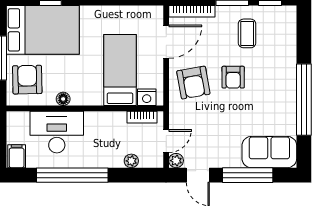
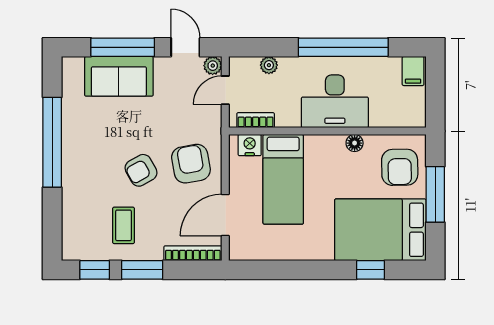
armchair: (233, 77) -> (141, 170), turned -119
desk: (57, 132) -> (335, 101), moved
sofa: (269, 152) -> (119, 76), moved

